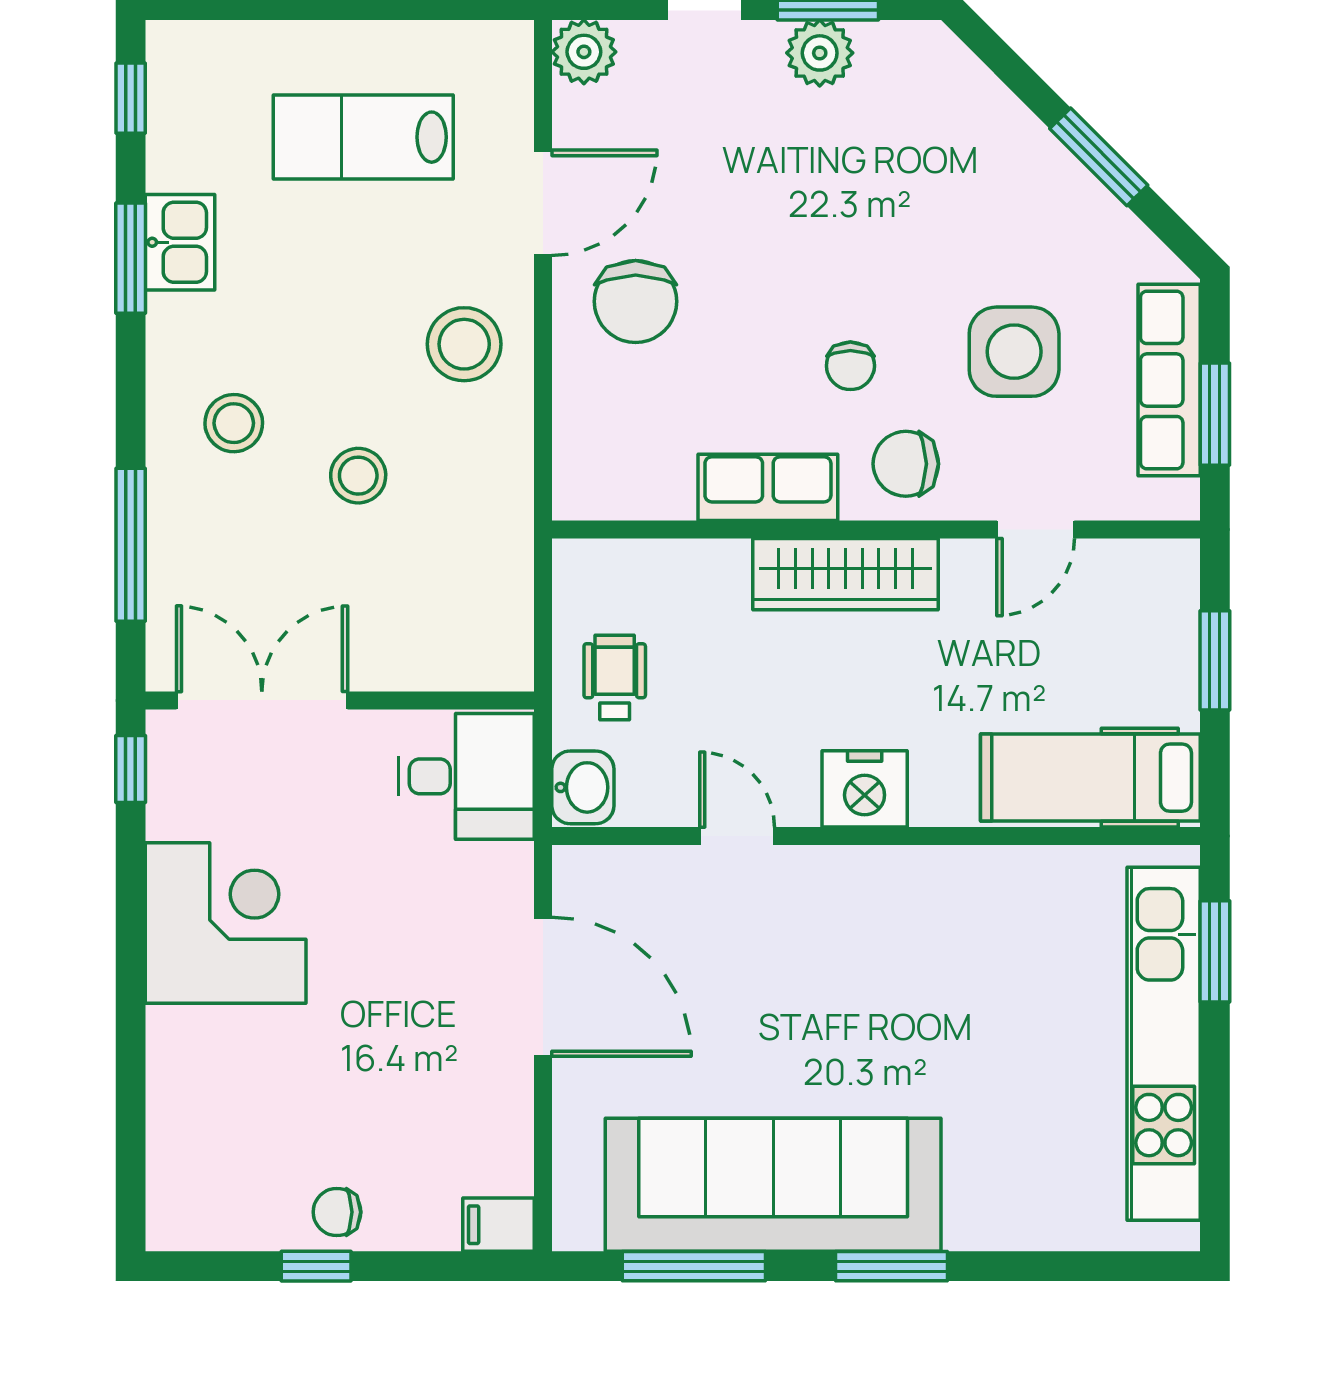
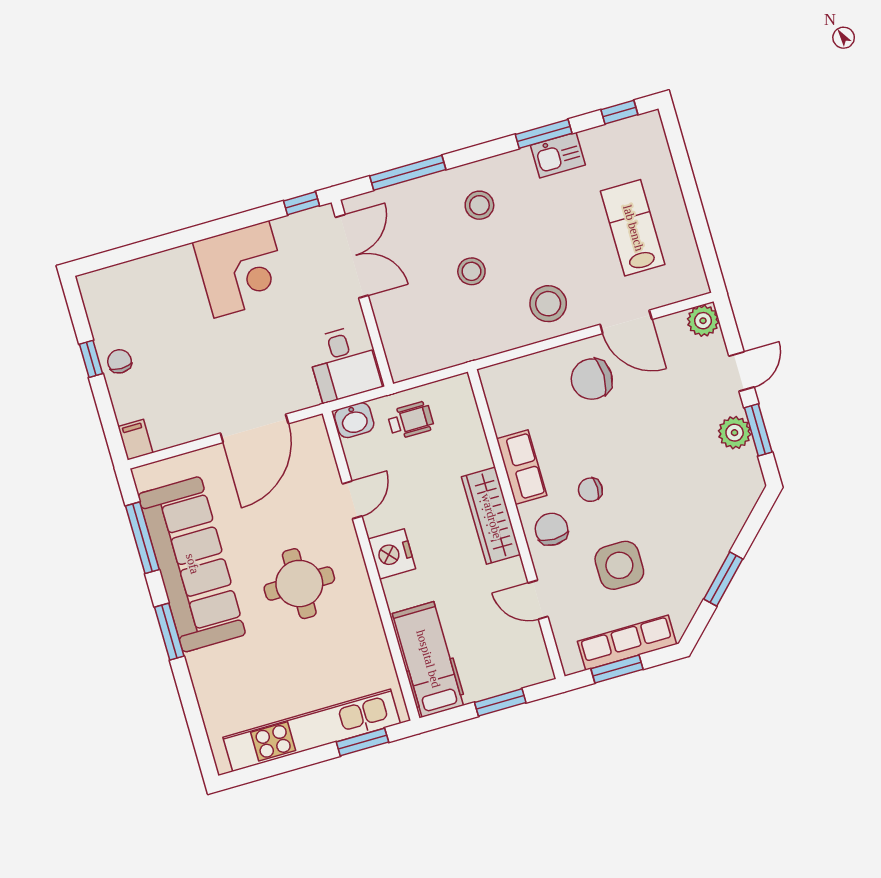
round table: (871, 986) -> (299, 584), added

